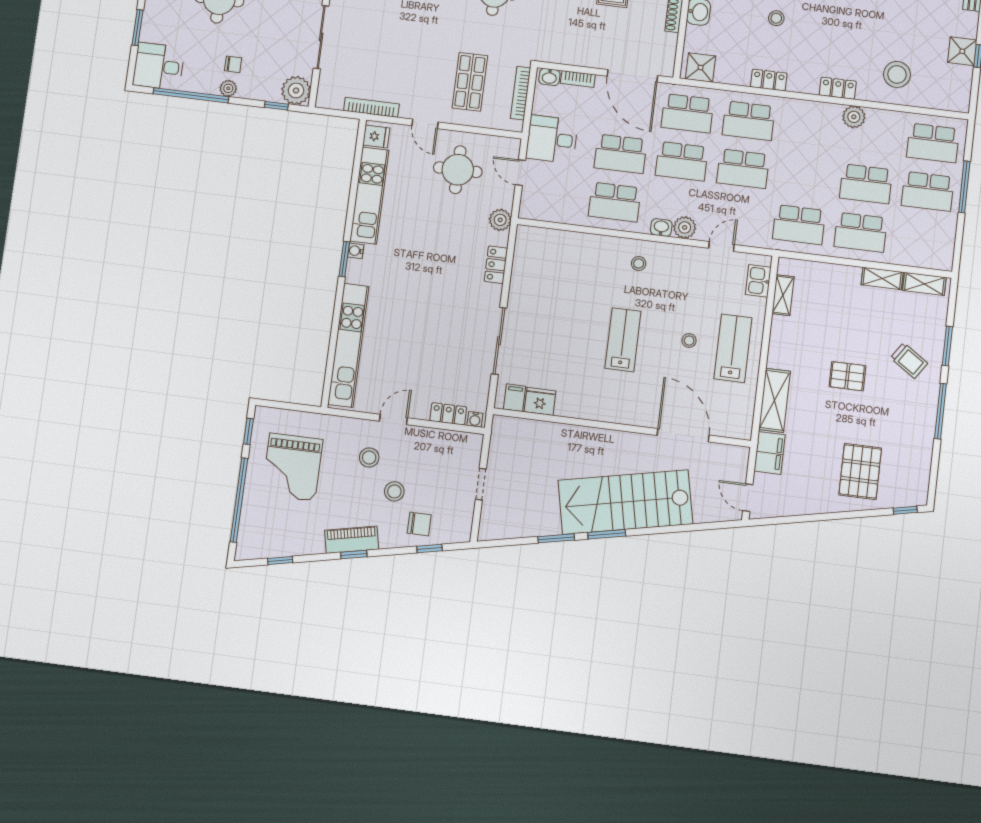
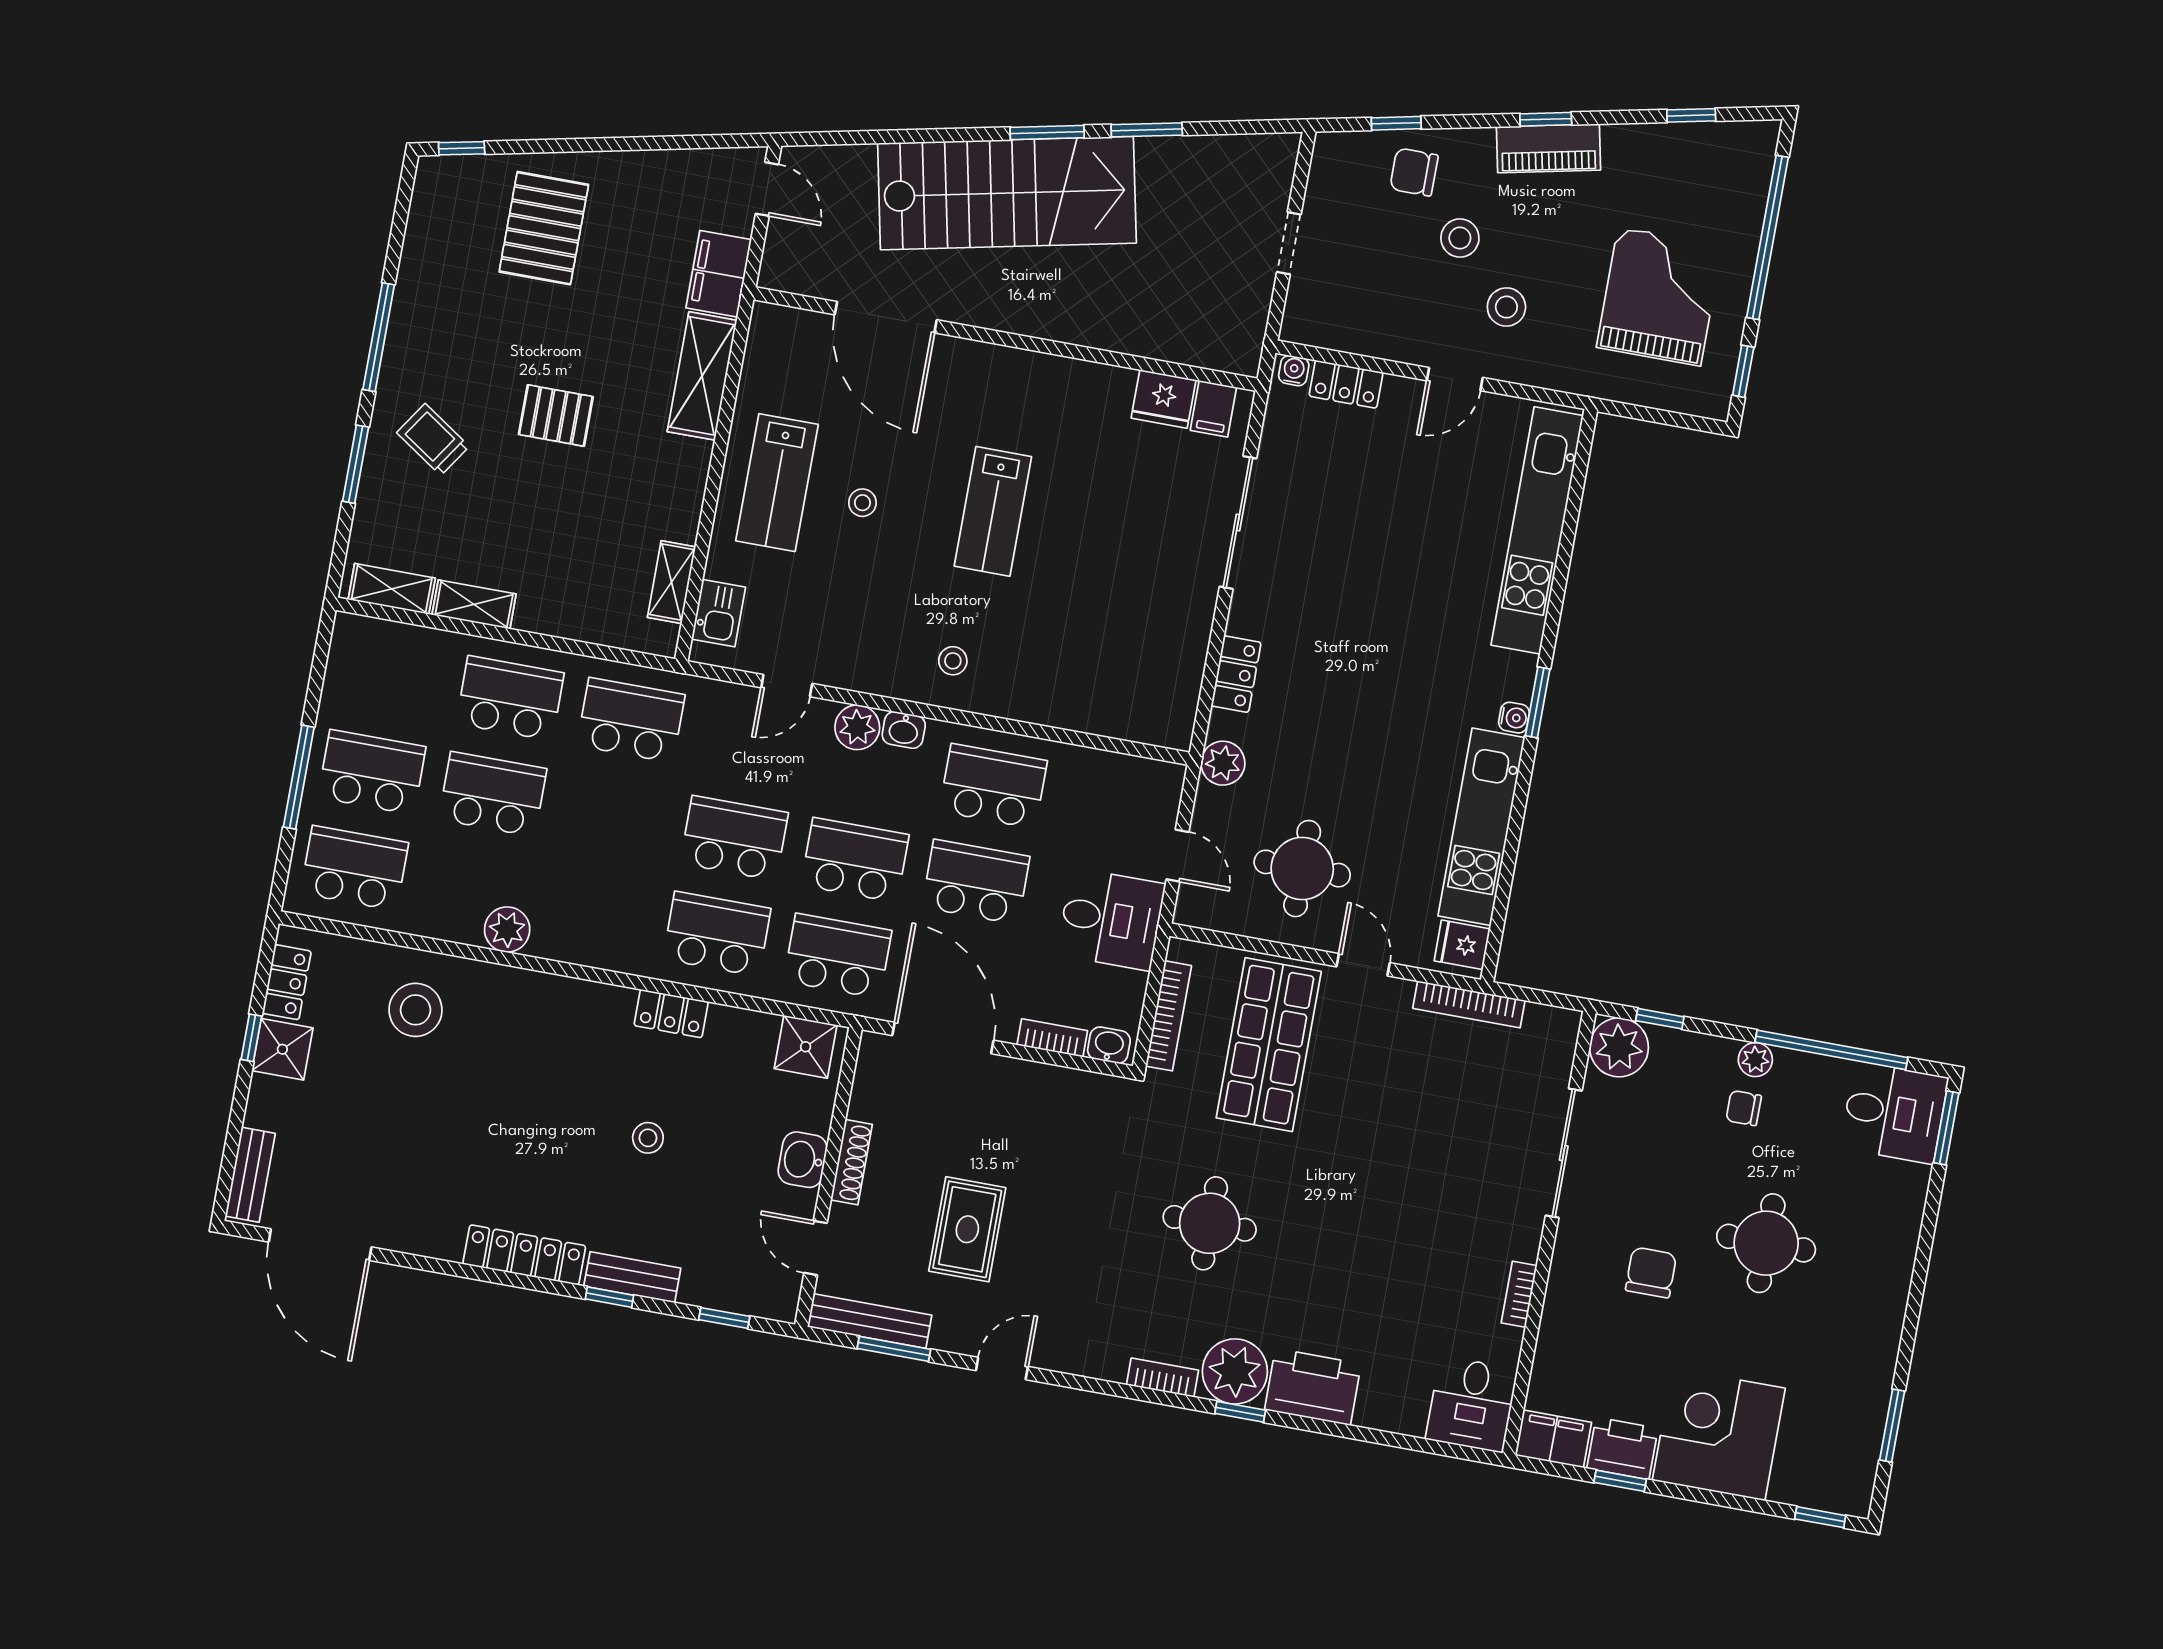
window: (137, 28) -> (1946, 1128), moved
shop shelf: (470, 82) -> (1269, 1045), width x1.43, depth x1.36
locker: (838, 88) -> (287, 982), moved, turned -90

